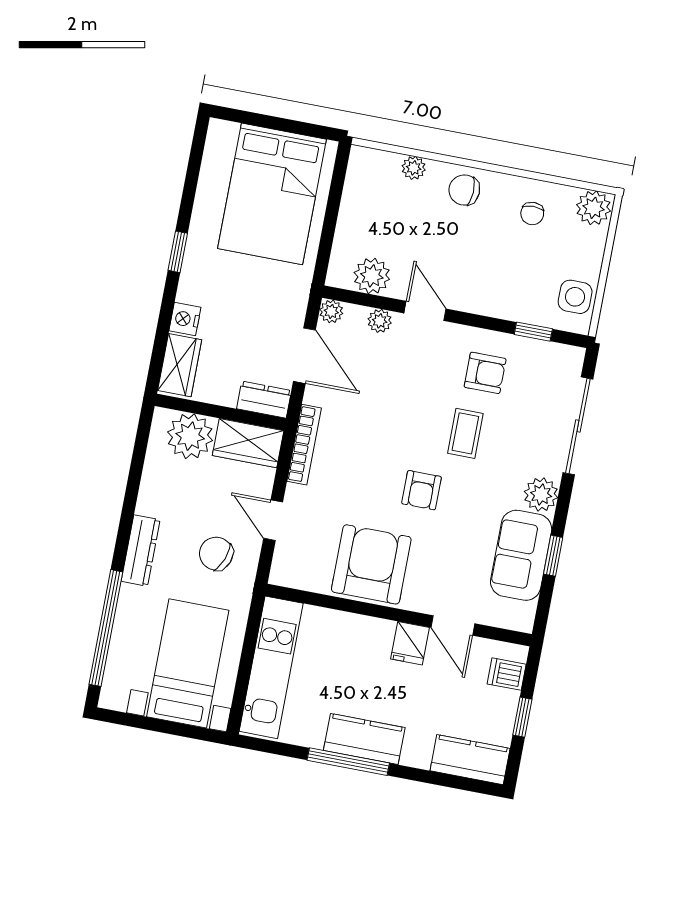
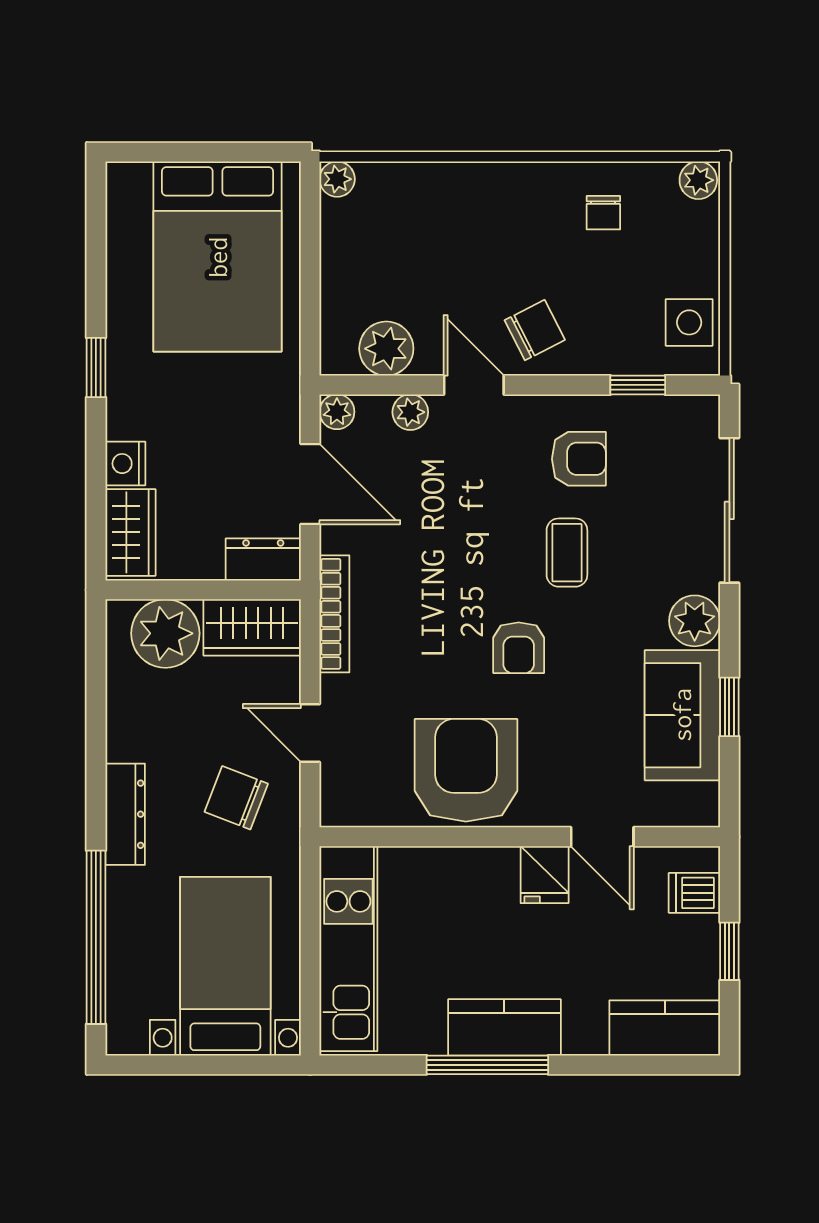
plant: (414, 168) -> (337, 179), moved
chair: (464, 190) -> (535, 330), moved, turned 151
plant: (593, 208) -> (698, 180), width x0.73, depth x0.73

